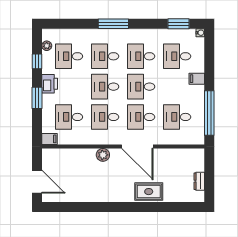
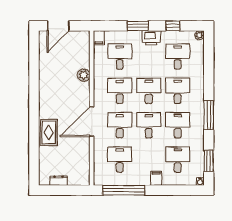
window: (113, 24) -> (209, 115), moved
plant: (47, 46) -> (199, 35), moved
plant: (103, 155) -> (84, 75), moved

